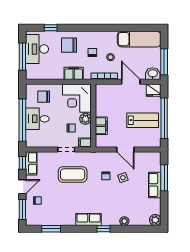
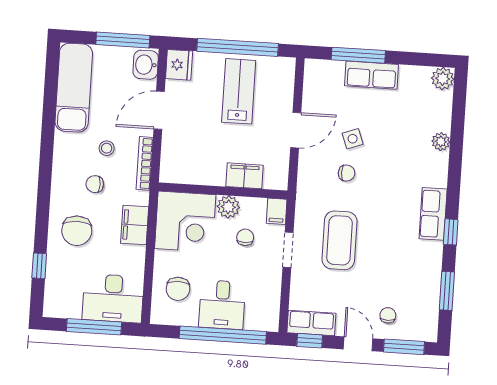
desk: (37, 49) -> (113, 298), moved
window: (103, 229) -> (451, 232), moved

